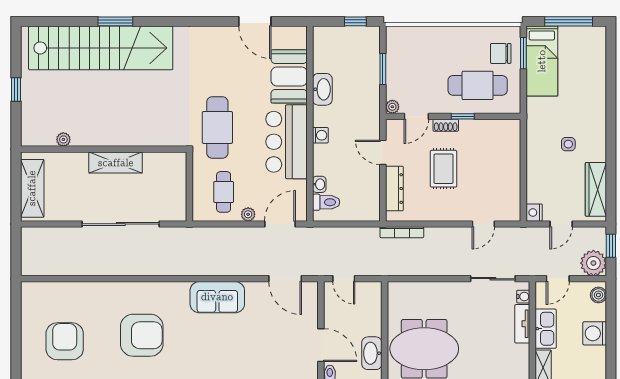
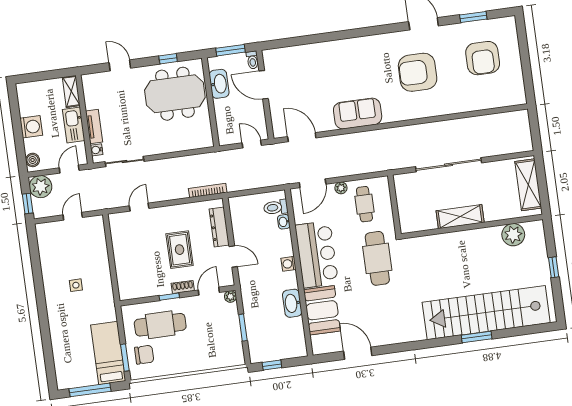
plant: (63, 139) -> (513, 235), width x1.87, depth x1.87
wardrobe: (596, 189) -> (47, 250), removed
nightstand: (534, 213) -> (97, 223), removed

